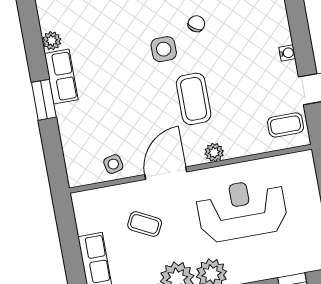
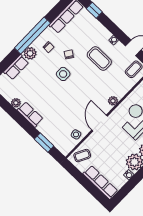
coffee table: (194, 99) -> (99, 59), moved
window: (44, 100) -> (44, 143), moved
coffee table: (145, 224) -> (82, 156), moved

